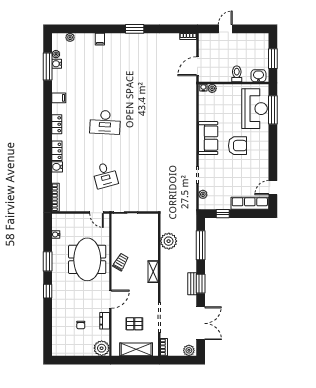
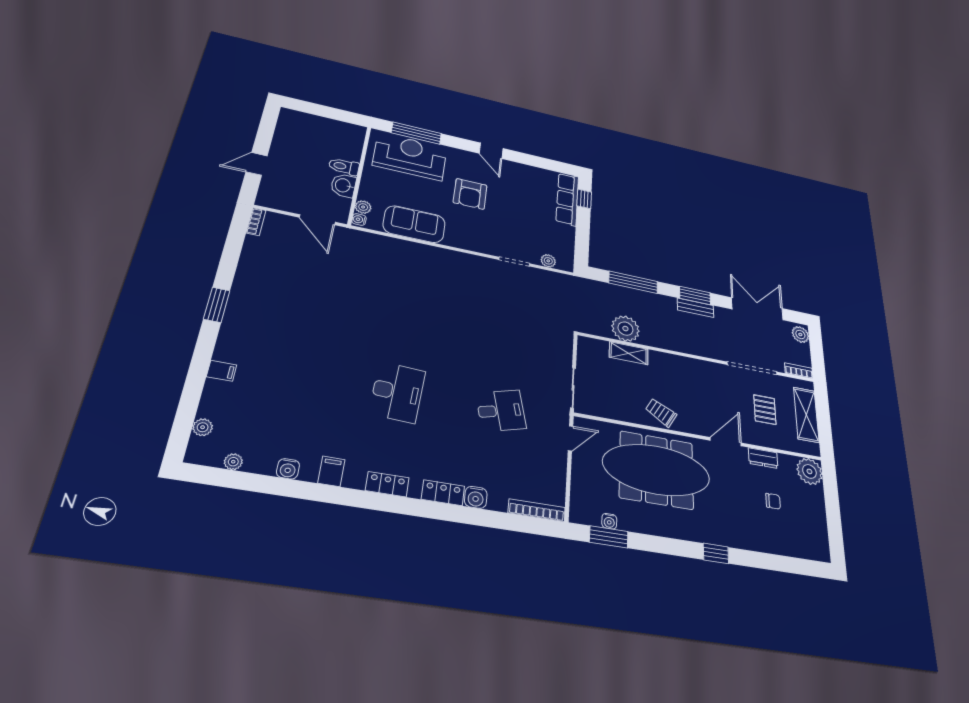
door: (225, 29) -> (257, 164), hinge flipped
window: (273, 59) -> (328, 112), removed
water cooler: (57, 64) -> (288, 469), moved
window: (48, 66) -> (257, 483), removed
washbasin: (258, 76) -> (343, 185), moved
sofa: (208, 138) -> (414, 224), moved
armchair: (238, 146) -> (470, 194), turned 180
door: (273, 188) -> (491, 151), moved
window: (223, 214) -> (584, 199), moved
meeting table: (87, 259) -> (656, 470), width x1.36
window: (48, 261) -> (609, 537), moved
shelving: (153, 272) -> (629, 353), moved
door: (110, 299) -> (726, 442), hinge flipped

